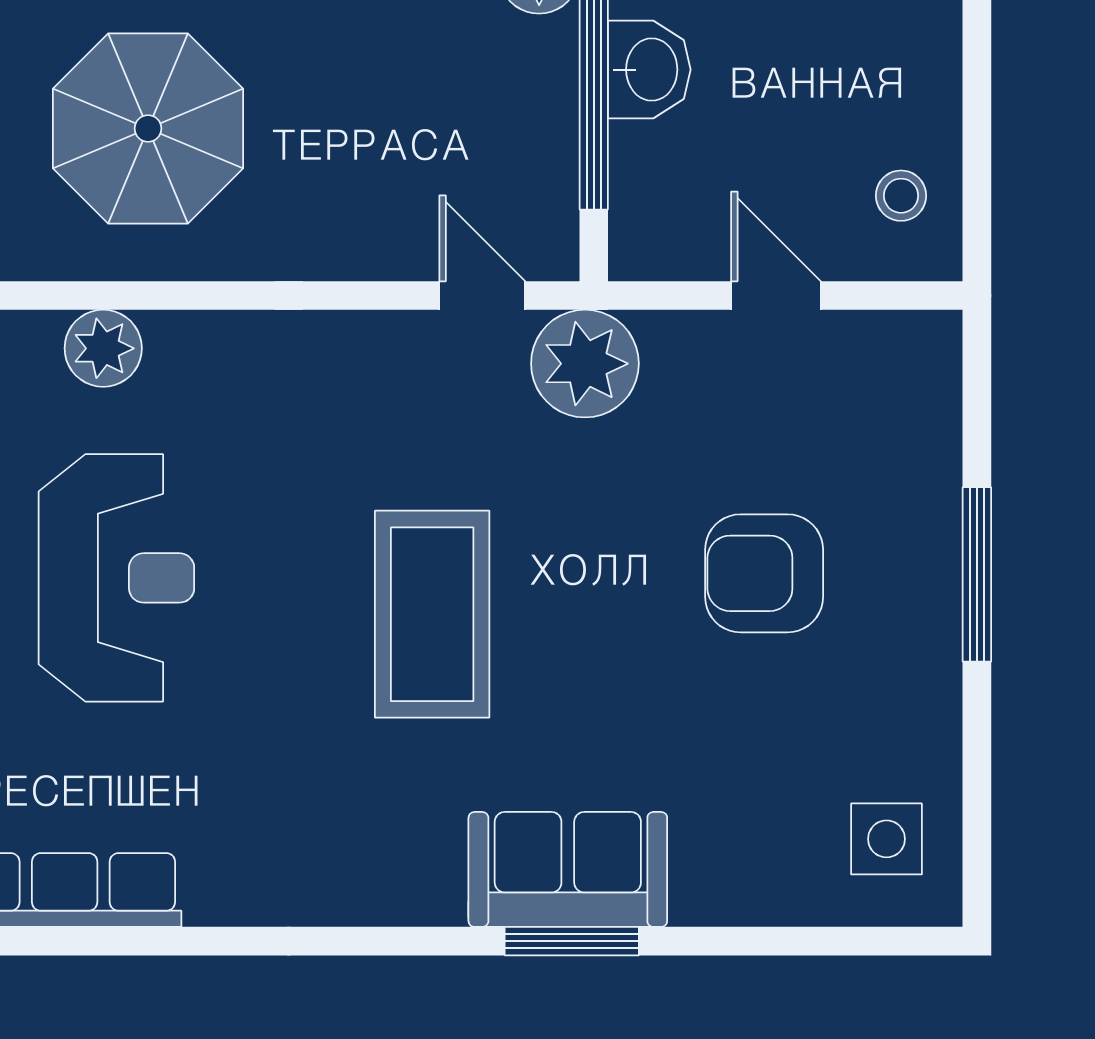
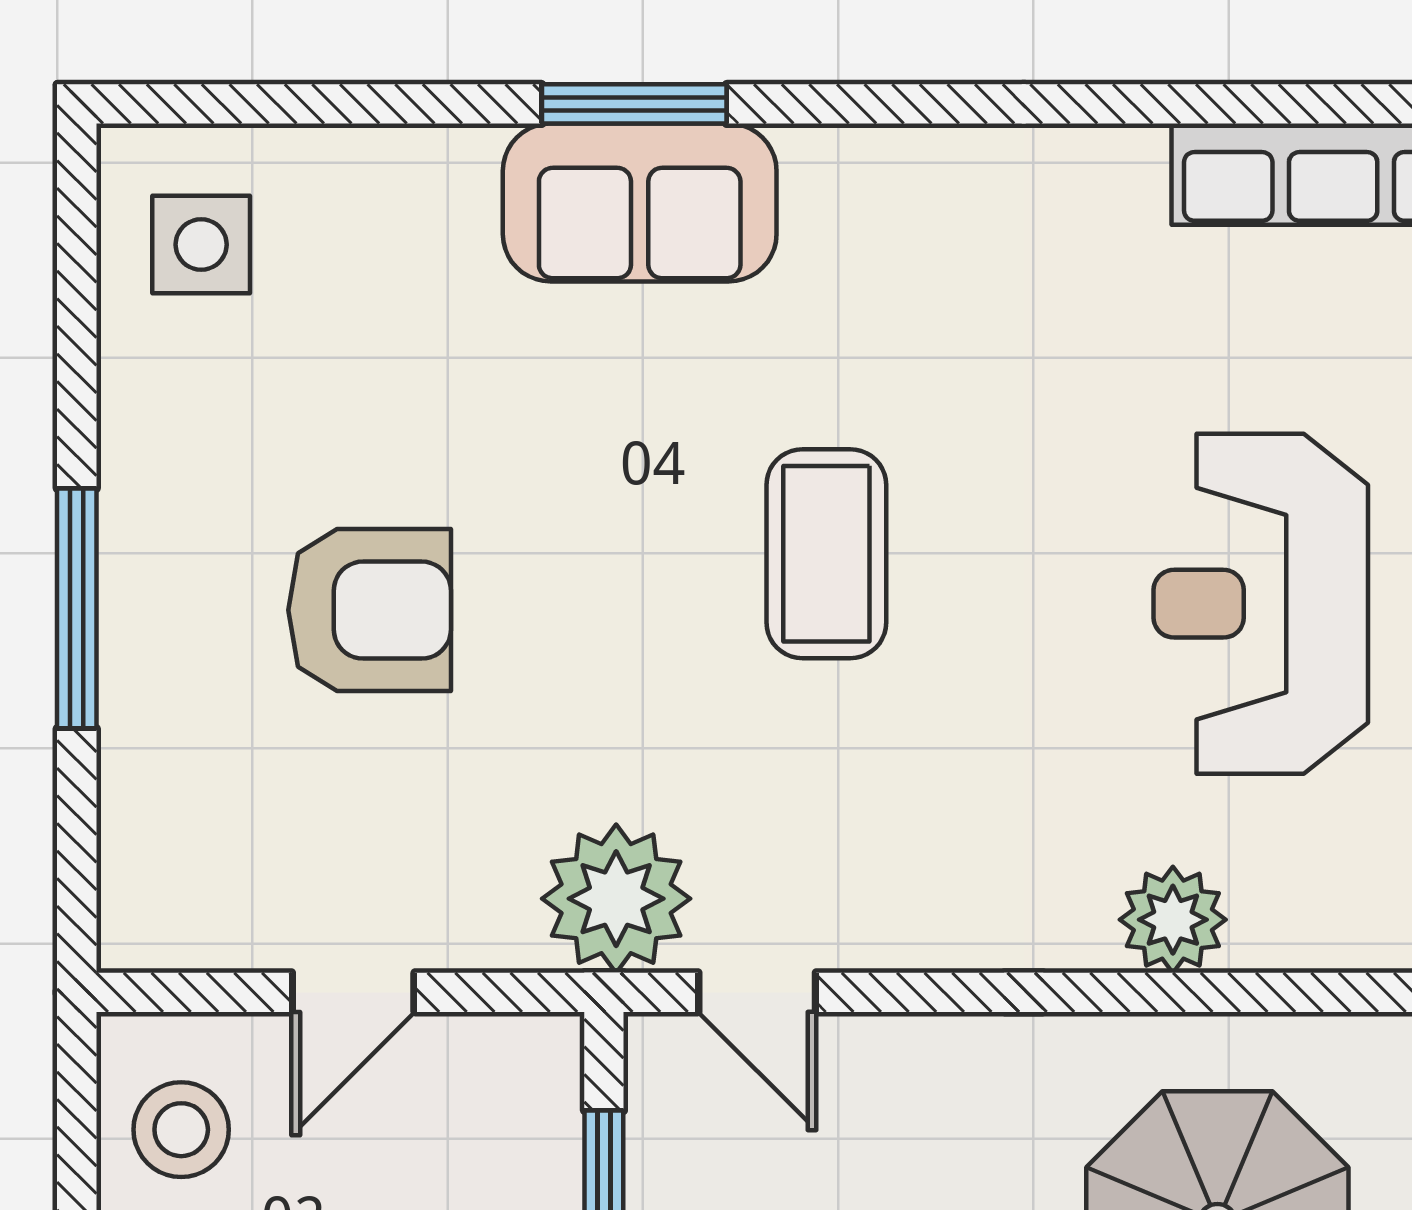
stool: (901, 196) -> (181, 1130), width x1.37, depth x1.37
door: (776, 295) -> (353, 992), hinge flipped
plant: (103, 348) -> (1173, 920), moved
coffee table: (432, 614) -> (826, 554), width x0.73, depth x0.76

